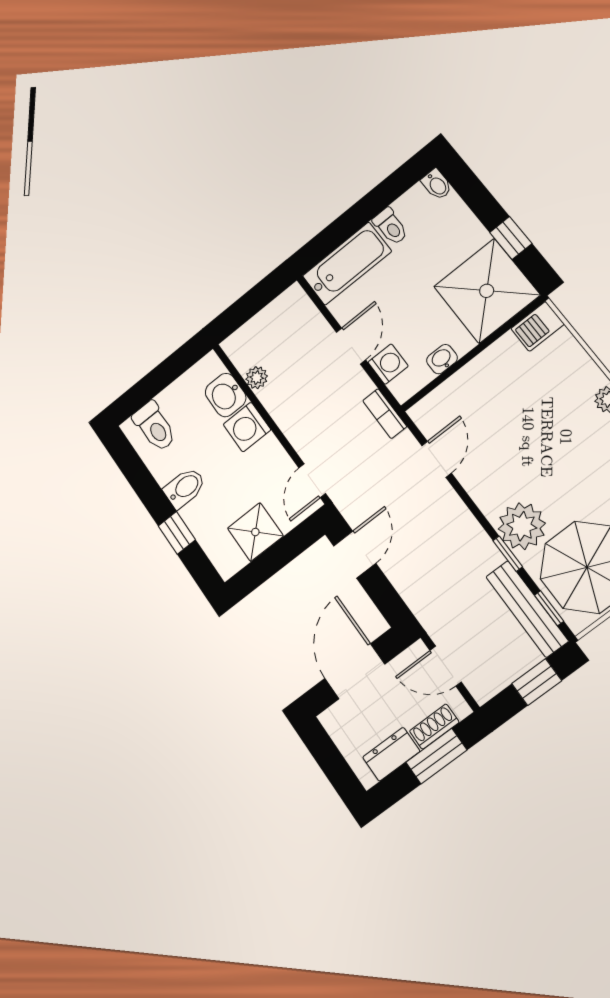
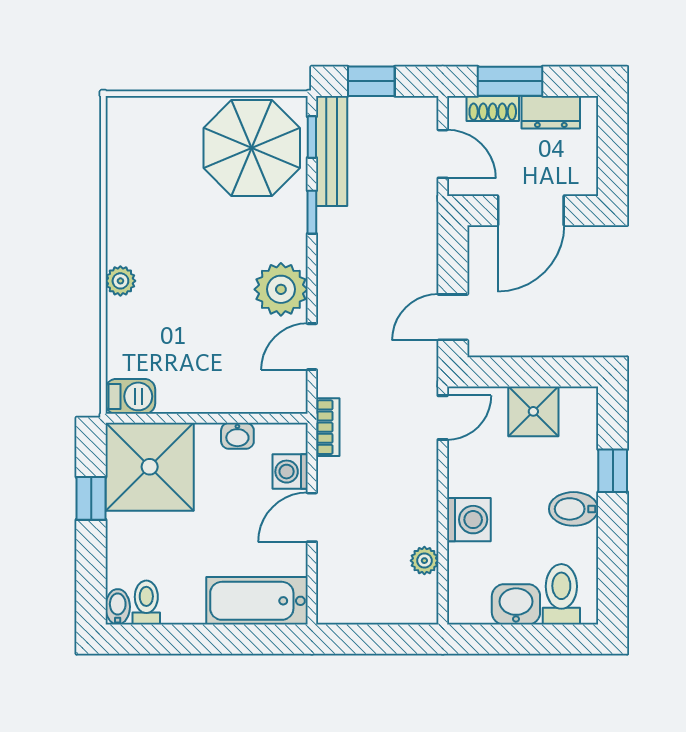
toilet: (390, 226) -> (146, 603), moved
washbasin: (226, 395) -> (516, 604), moved, turned -90
plant: (522, 526) -> (281, 289), moved

